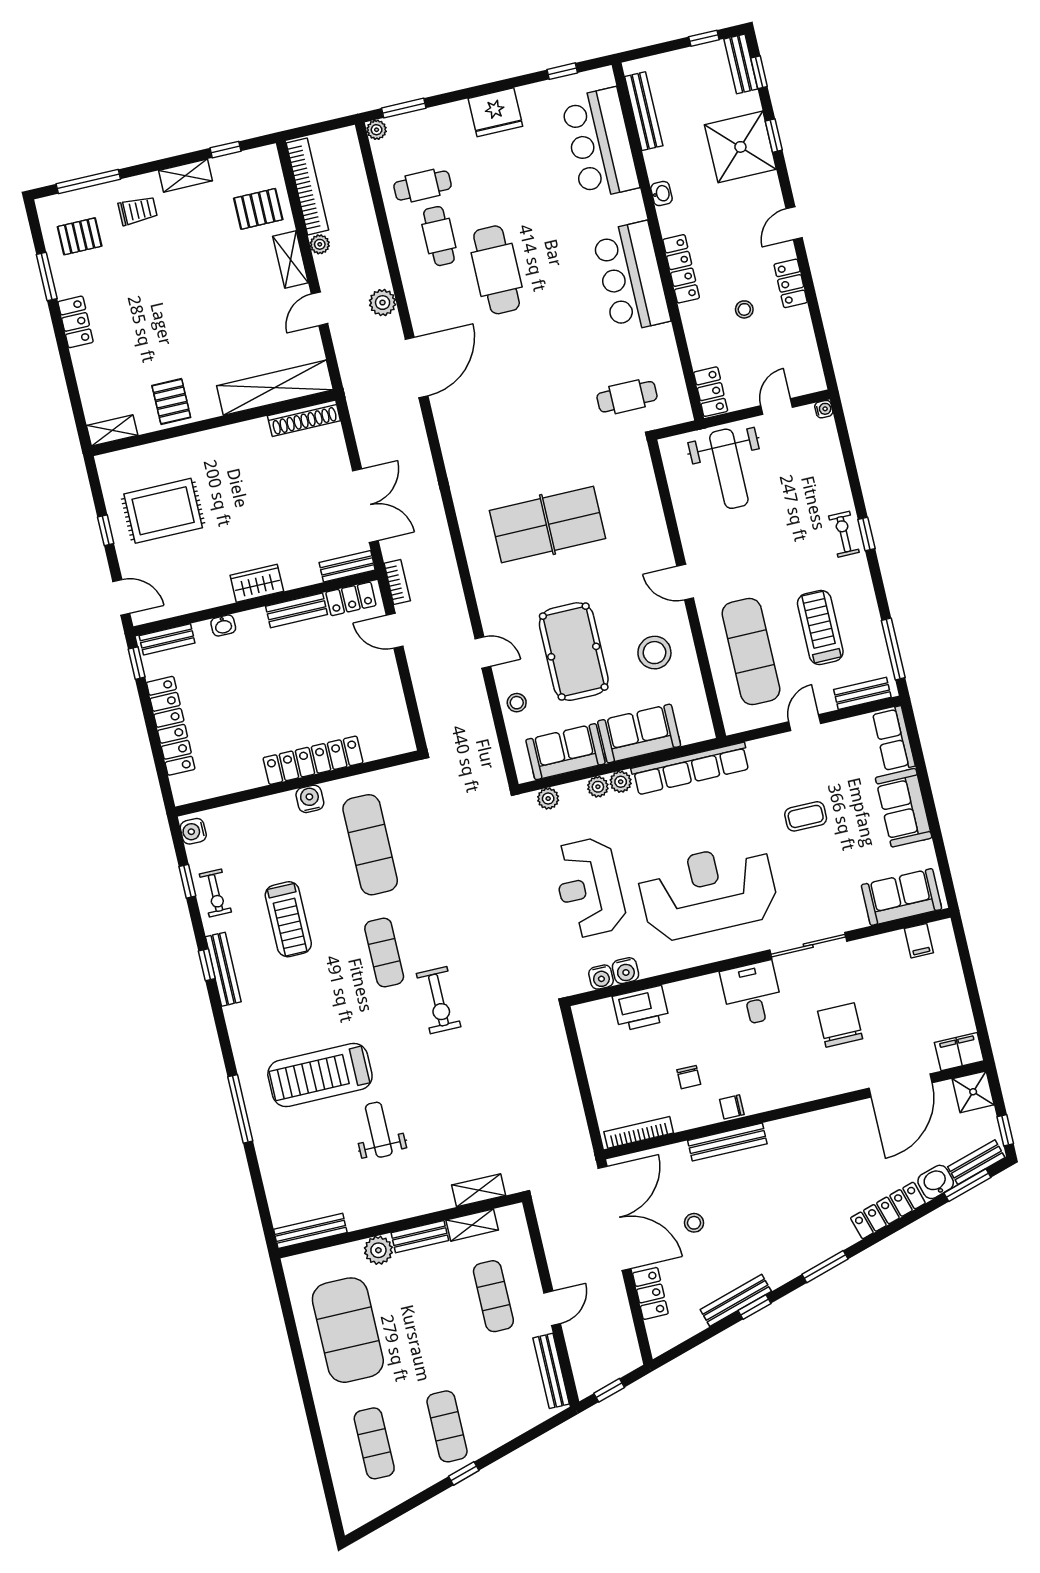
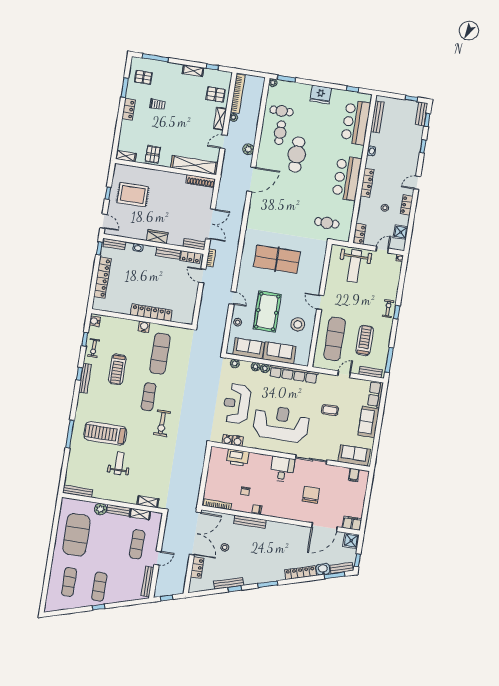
shower: (740, 147) -> (401, 232), moved, width x0.54, depth x0.54
trolley: (138, 211) -> (157, 104), moved

